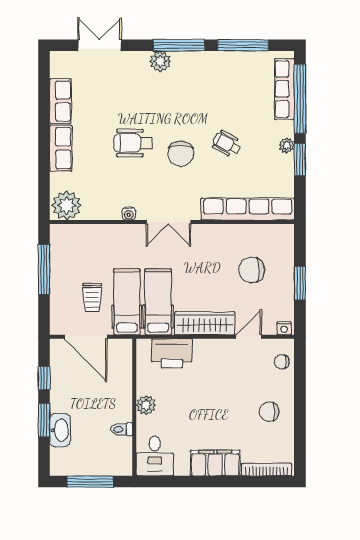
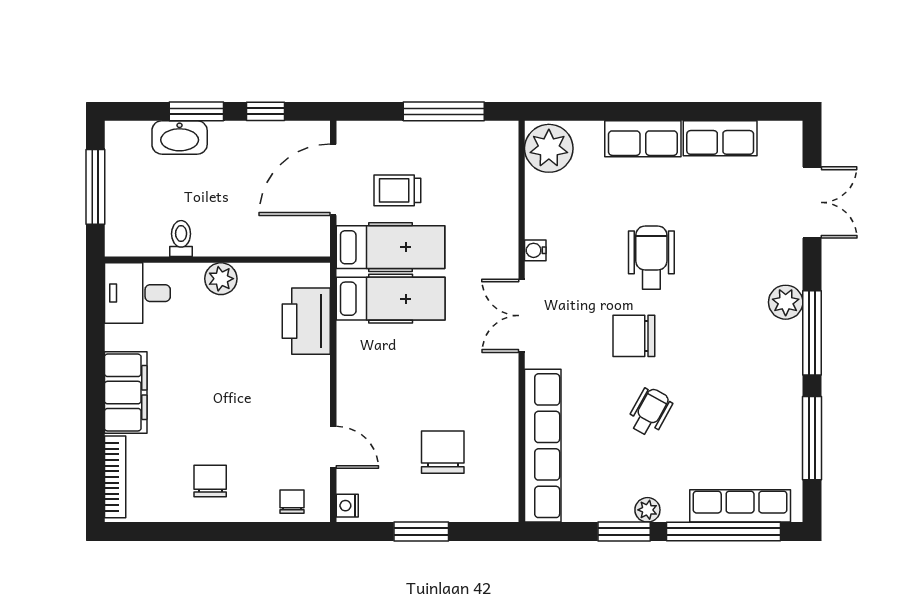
wardrobe: (205, 323) -> (355, 375), removed

